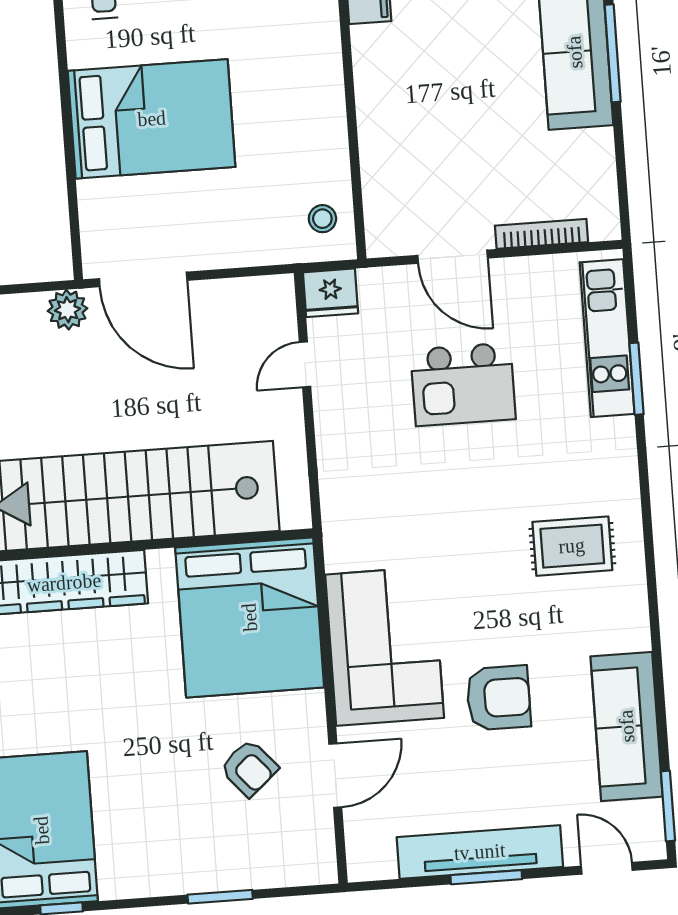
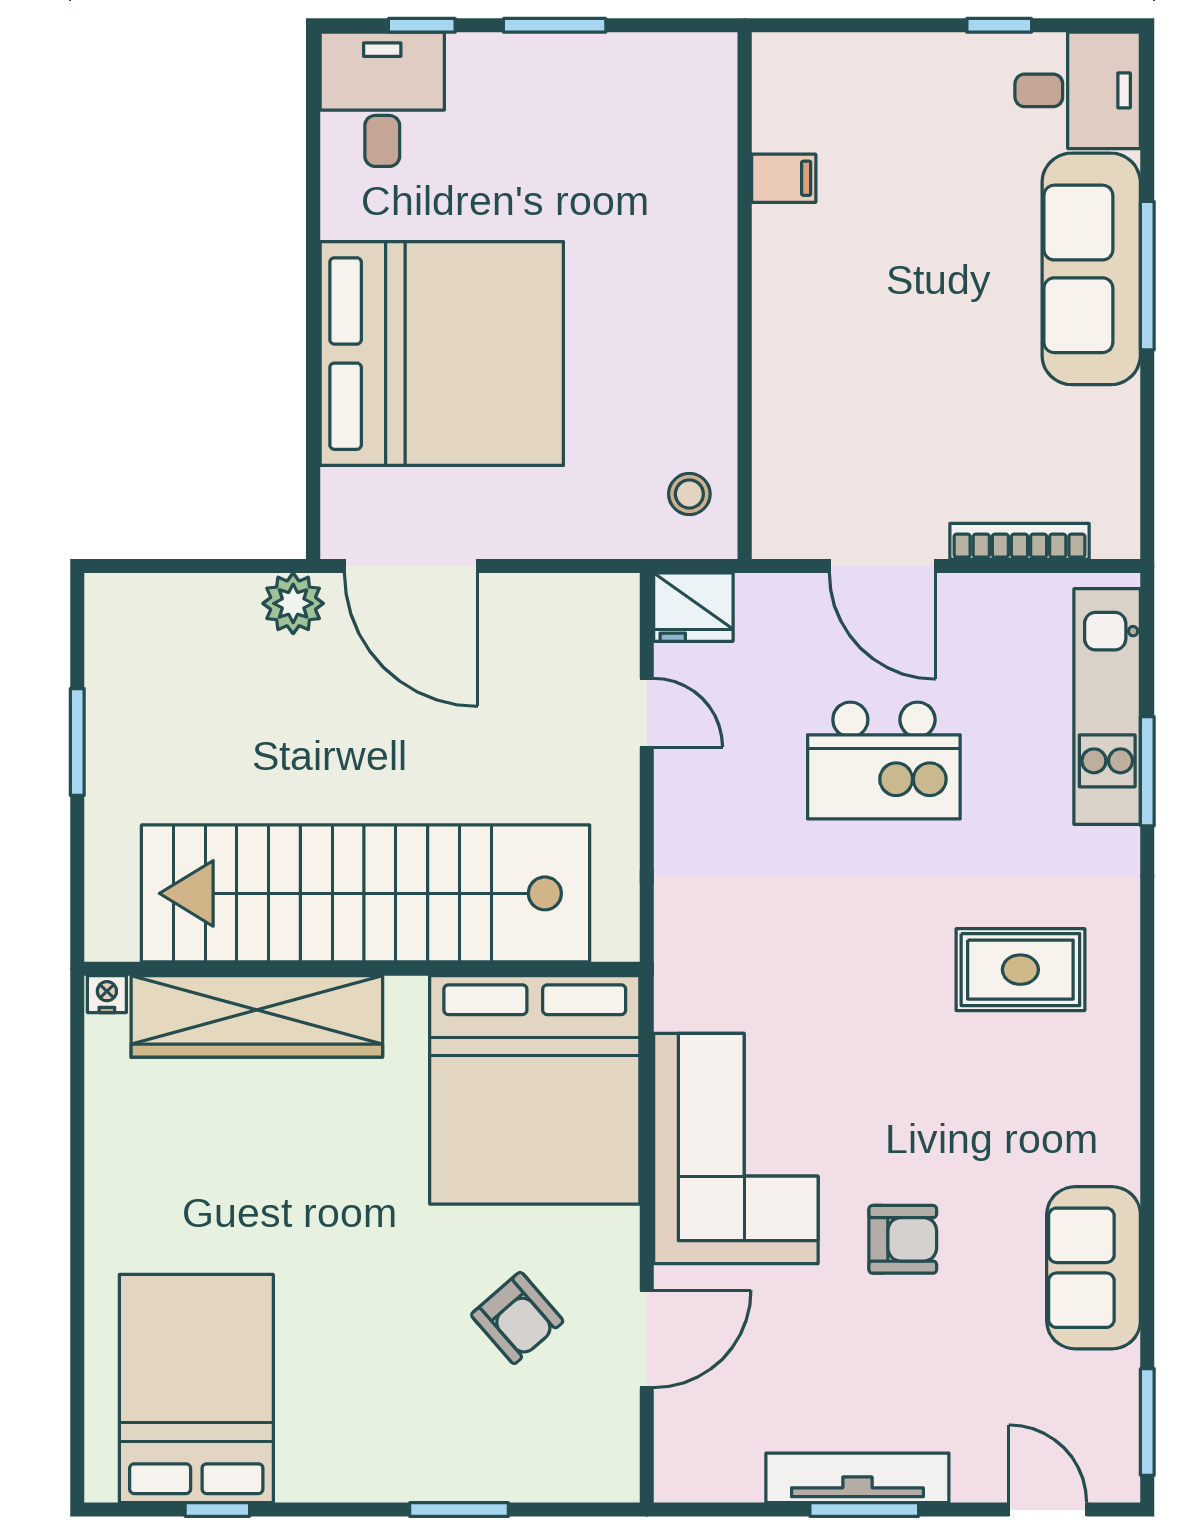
bed: (152, 119) -> (442, 354), width x1.36
door: (305, 364) -> (647, 713), swing flipped
rug: (572, 546) -> (1020, 970), moved
armchair: (499, 698) -> (903, 1239), width x0.72, depth x0.72
sofa: (627, 726) -> (1094, 1268), width x0.73
tv unit: (480, 852) -> (857, 1478), width x0.73, depth x0.78

